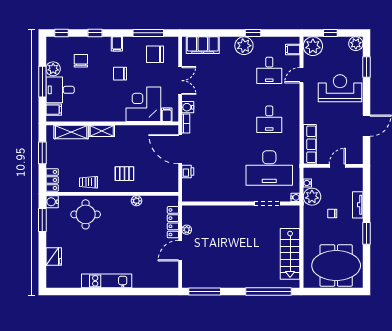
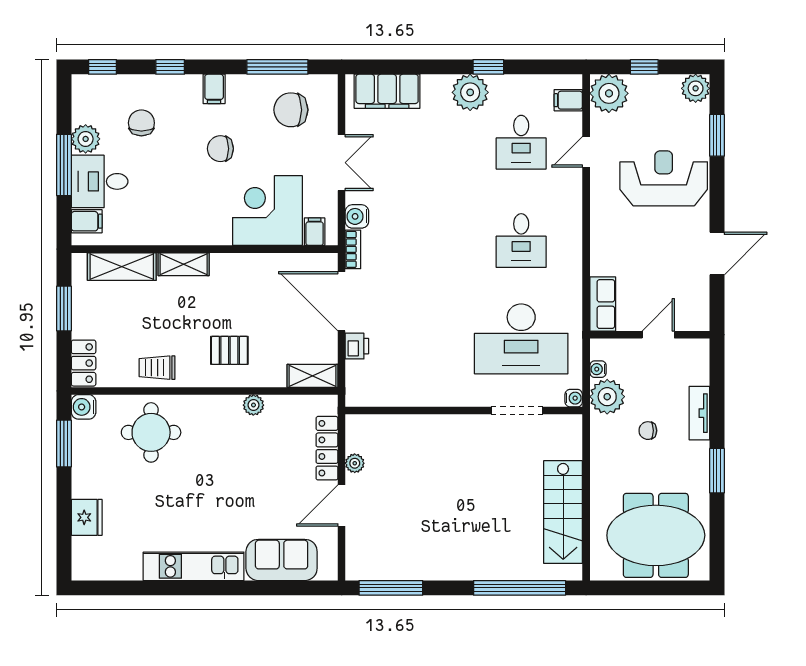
row of seats: (310, 144) -> (603, 304), width x0.68
shelving: (166, 186) -> (312, 376), added
sofa: (150, 278) -> (282, 560), added

